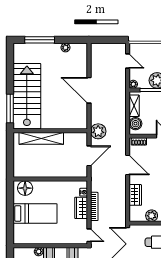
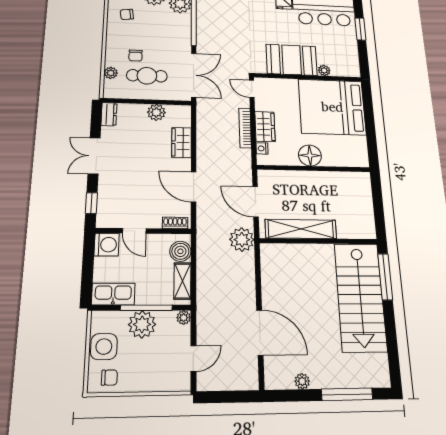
door: (128, 61) -> (193, 358), swing flipped
door: (89, 90) -> (260, 332), moved
shelving: (41, 138) -> (301, 229), moved
door: (89, 156) -> (256, 202), hinge flipped
floor lamp: (25, 188) -> (310, 155), moved
bed: (35, 214) -> (332, 107), width x2.04

